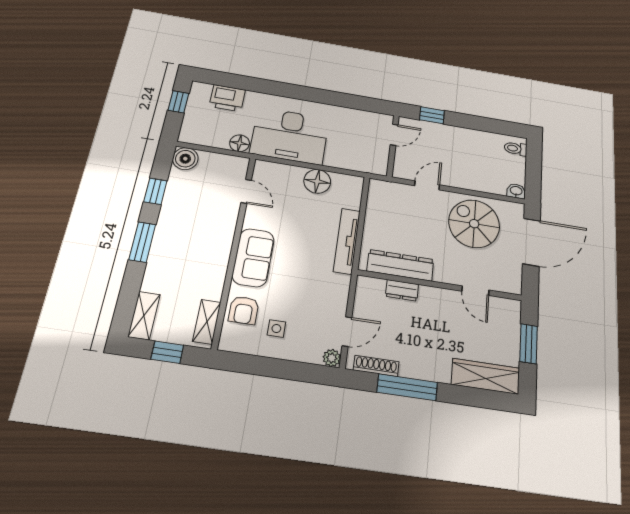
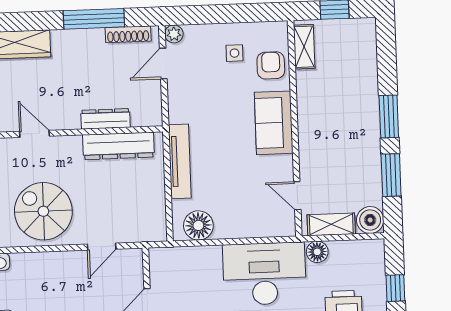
floor lamp: (317, 181) -> (198, 225), moved
window: (155, 191) -> (391, 175), width x1.50
spiral stairs: (474, 224) -> (43, 211), turned 180
dresser: (402, 290) -> (106, 119), width x1.44
shelving: (144, 315) -> (331, 224), moved, turned 90

